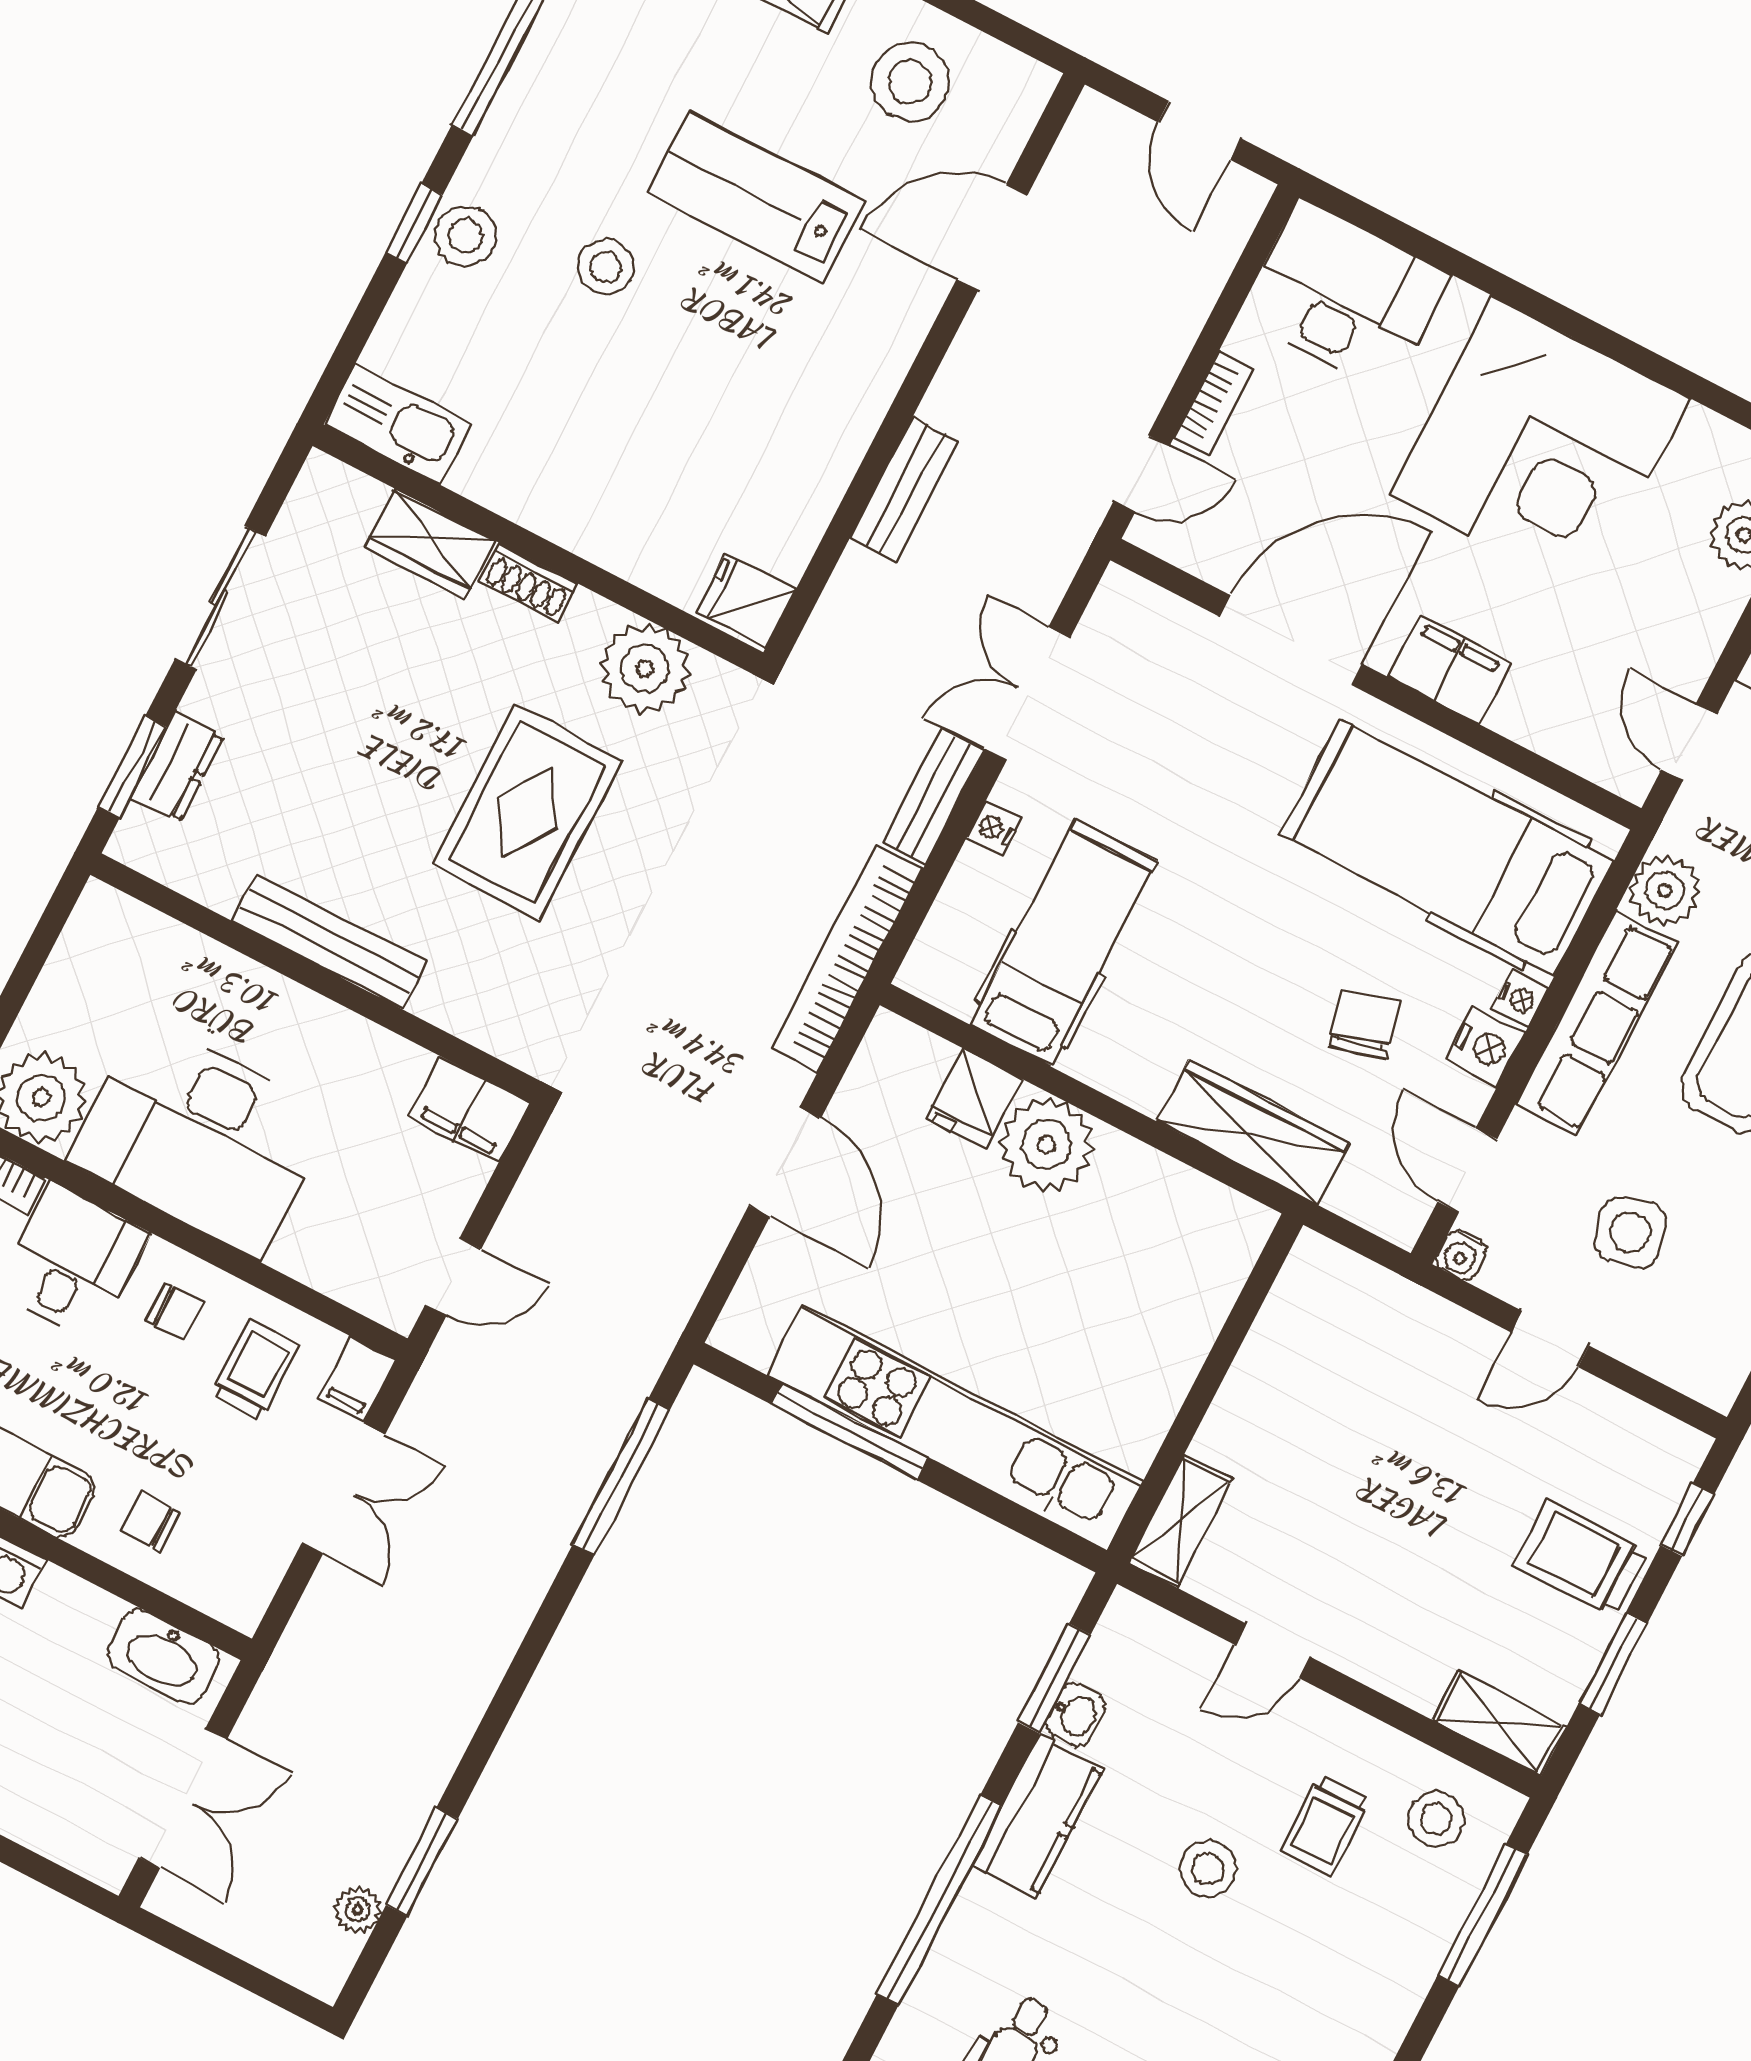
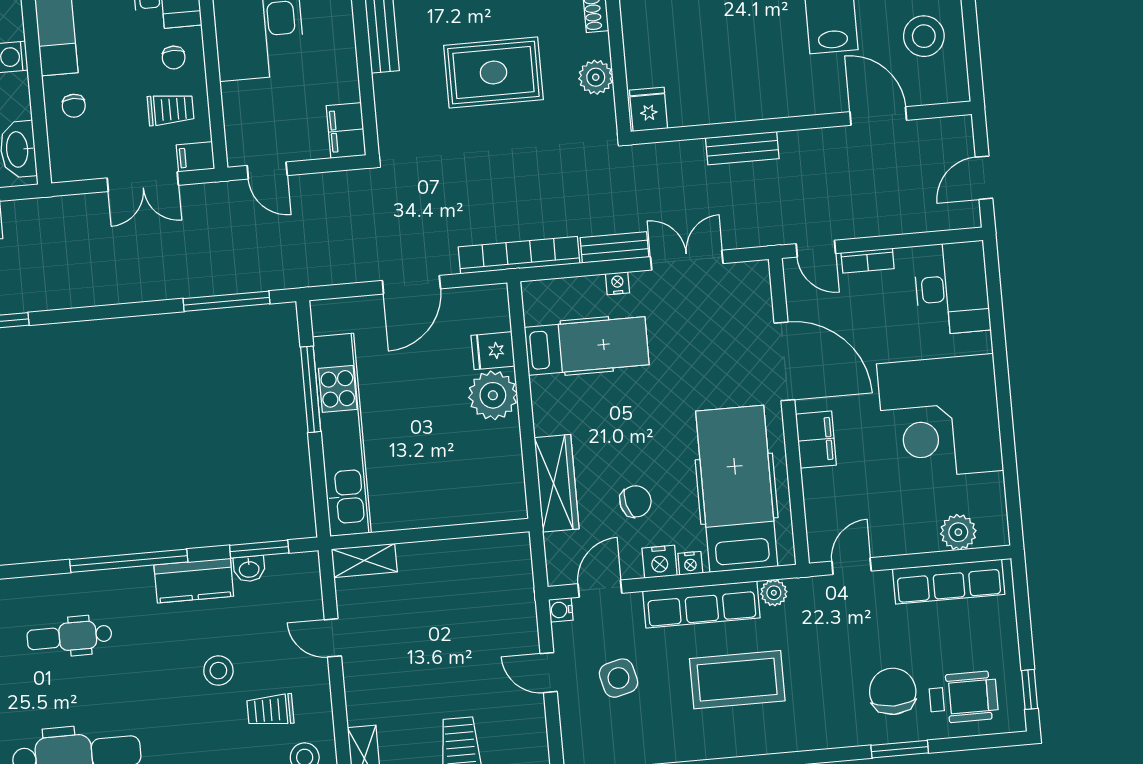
plant: (645, 669) -> (596, 77), width x0.73, depth x0.73
plant: (1665, 891) -> (774, 593), width x0.73, depth x0.73
chair: (150, 1522) -> (74, 106), turned 180

